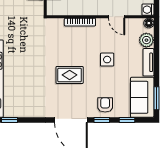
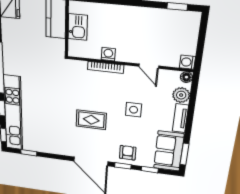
washing machine: (82, 10) -> (108, 54), added

